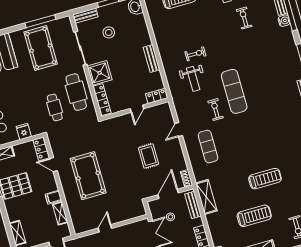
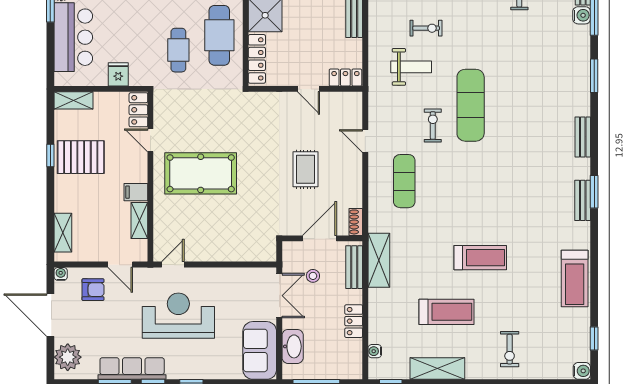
weight bench: (193, 79) -> (411, 67), turned -90
door: (137, 109) -> (308, 89), hinge flipped
door: (179, 130) -> (365, 141), hinge flipped
pool table: (88, 176) -> (201, 173), turned 90
door: (105, 228) -> (173, 265), moved

